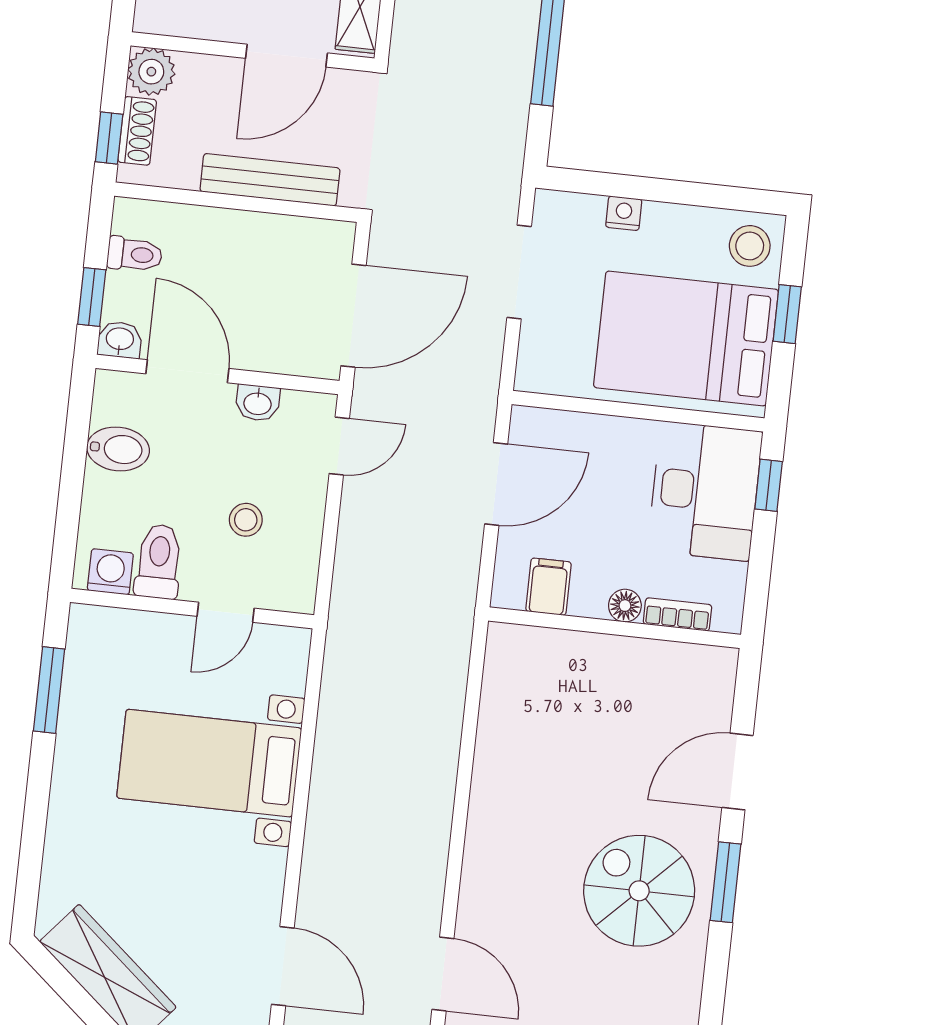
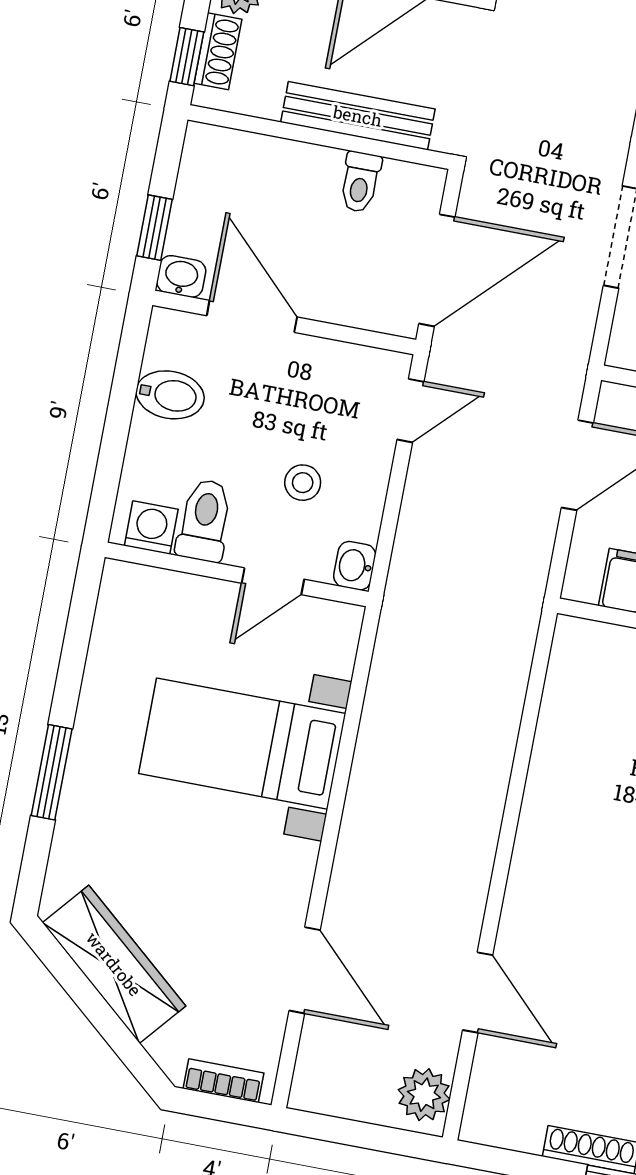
toilet: (135, 254) -> (360, 182), moved, turned 90
washbasin: (258, 403) -> (355, 566), moved, turned 90
window: (49, 690) -> (52, 772), moved

